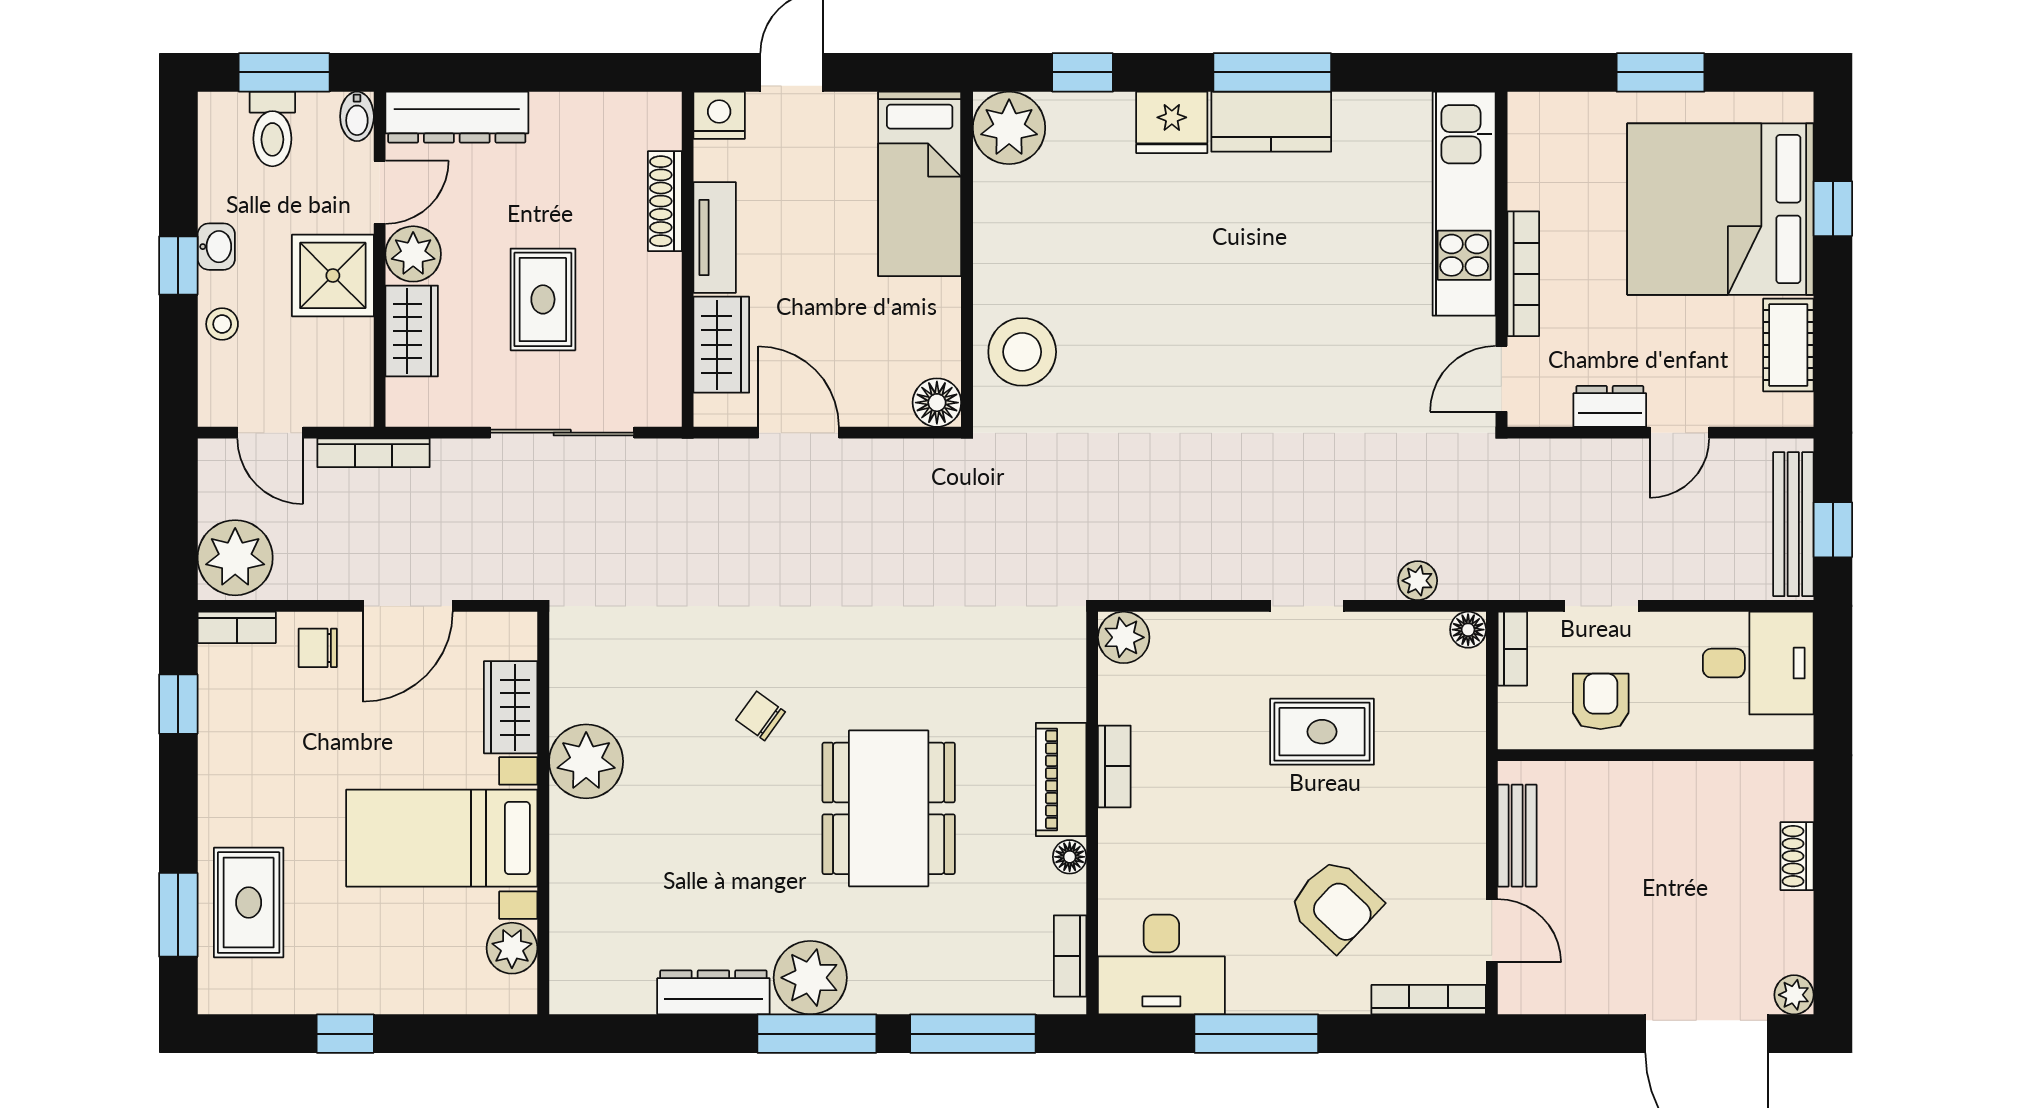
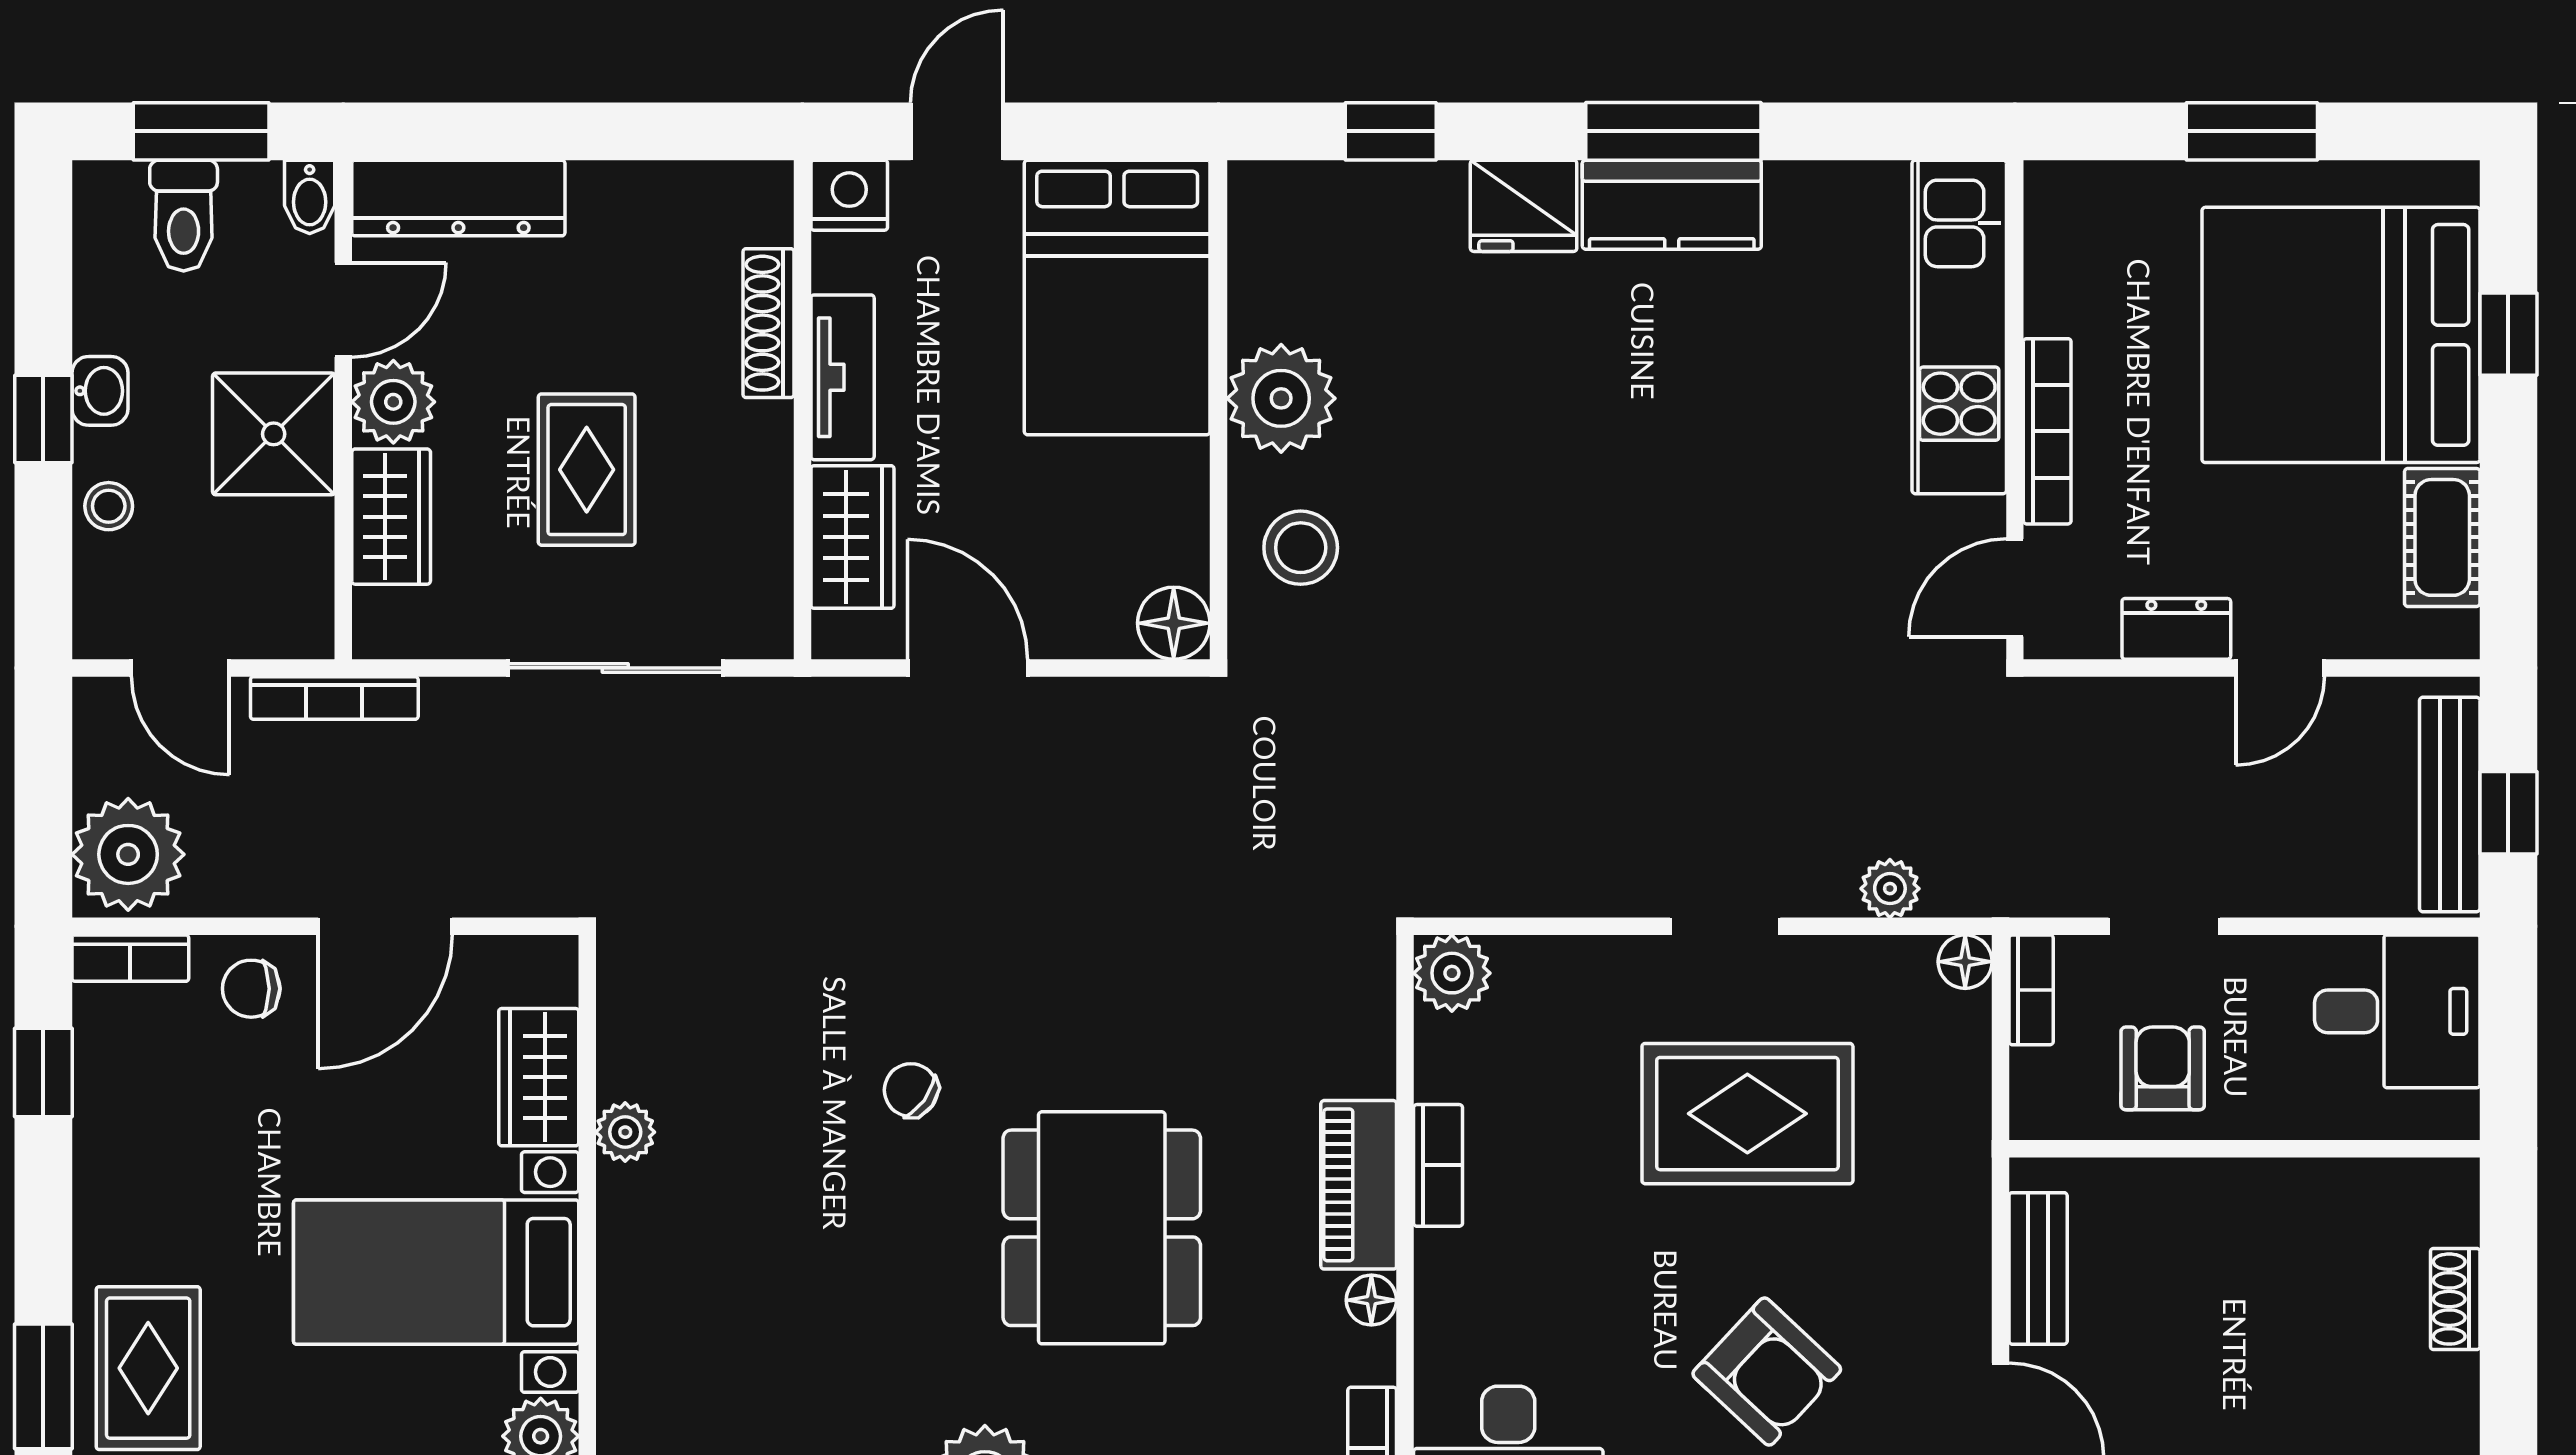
plant: (1009, 128) -> (1281, 398), moved
bed: (920, 184) -> (1117, 297), width x1.50
stool: (1022, 352) -> (1301, 548), width x0.73, depth x0.73
rug: (1322, 732) -> (1747, 1114), width x1.36, depth x1.43
plant: (586, 761) -> (625, 1132), width x0.53, depth x0.53

